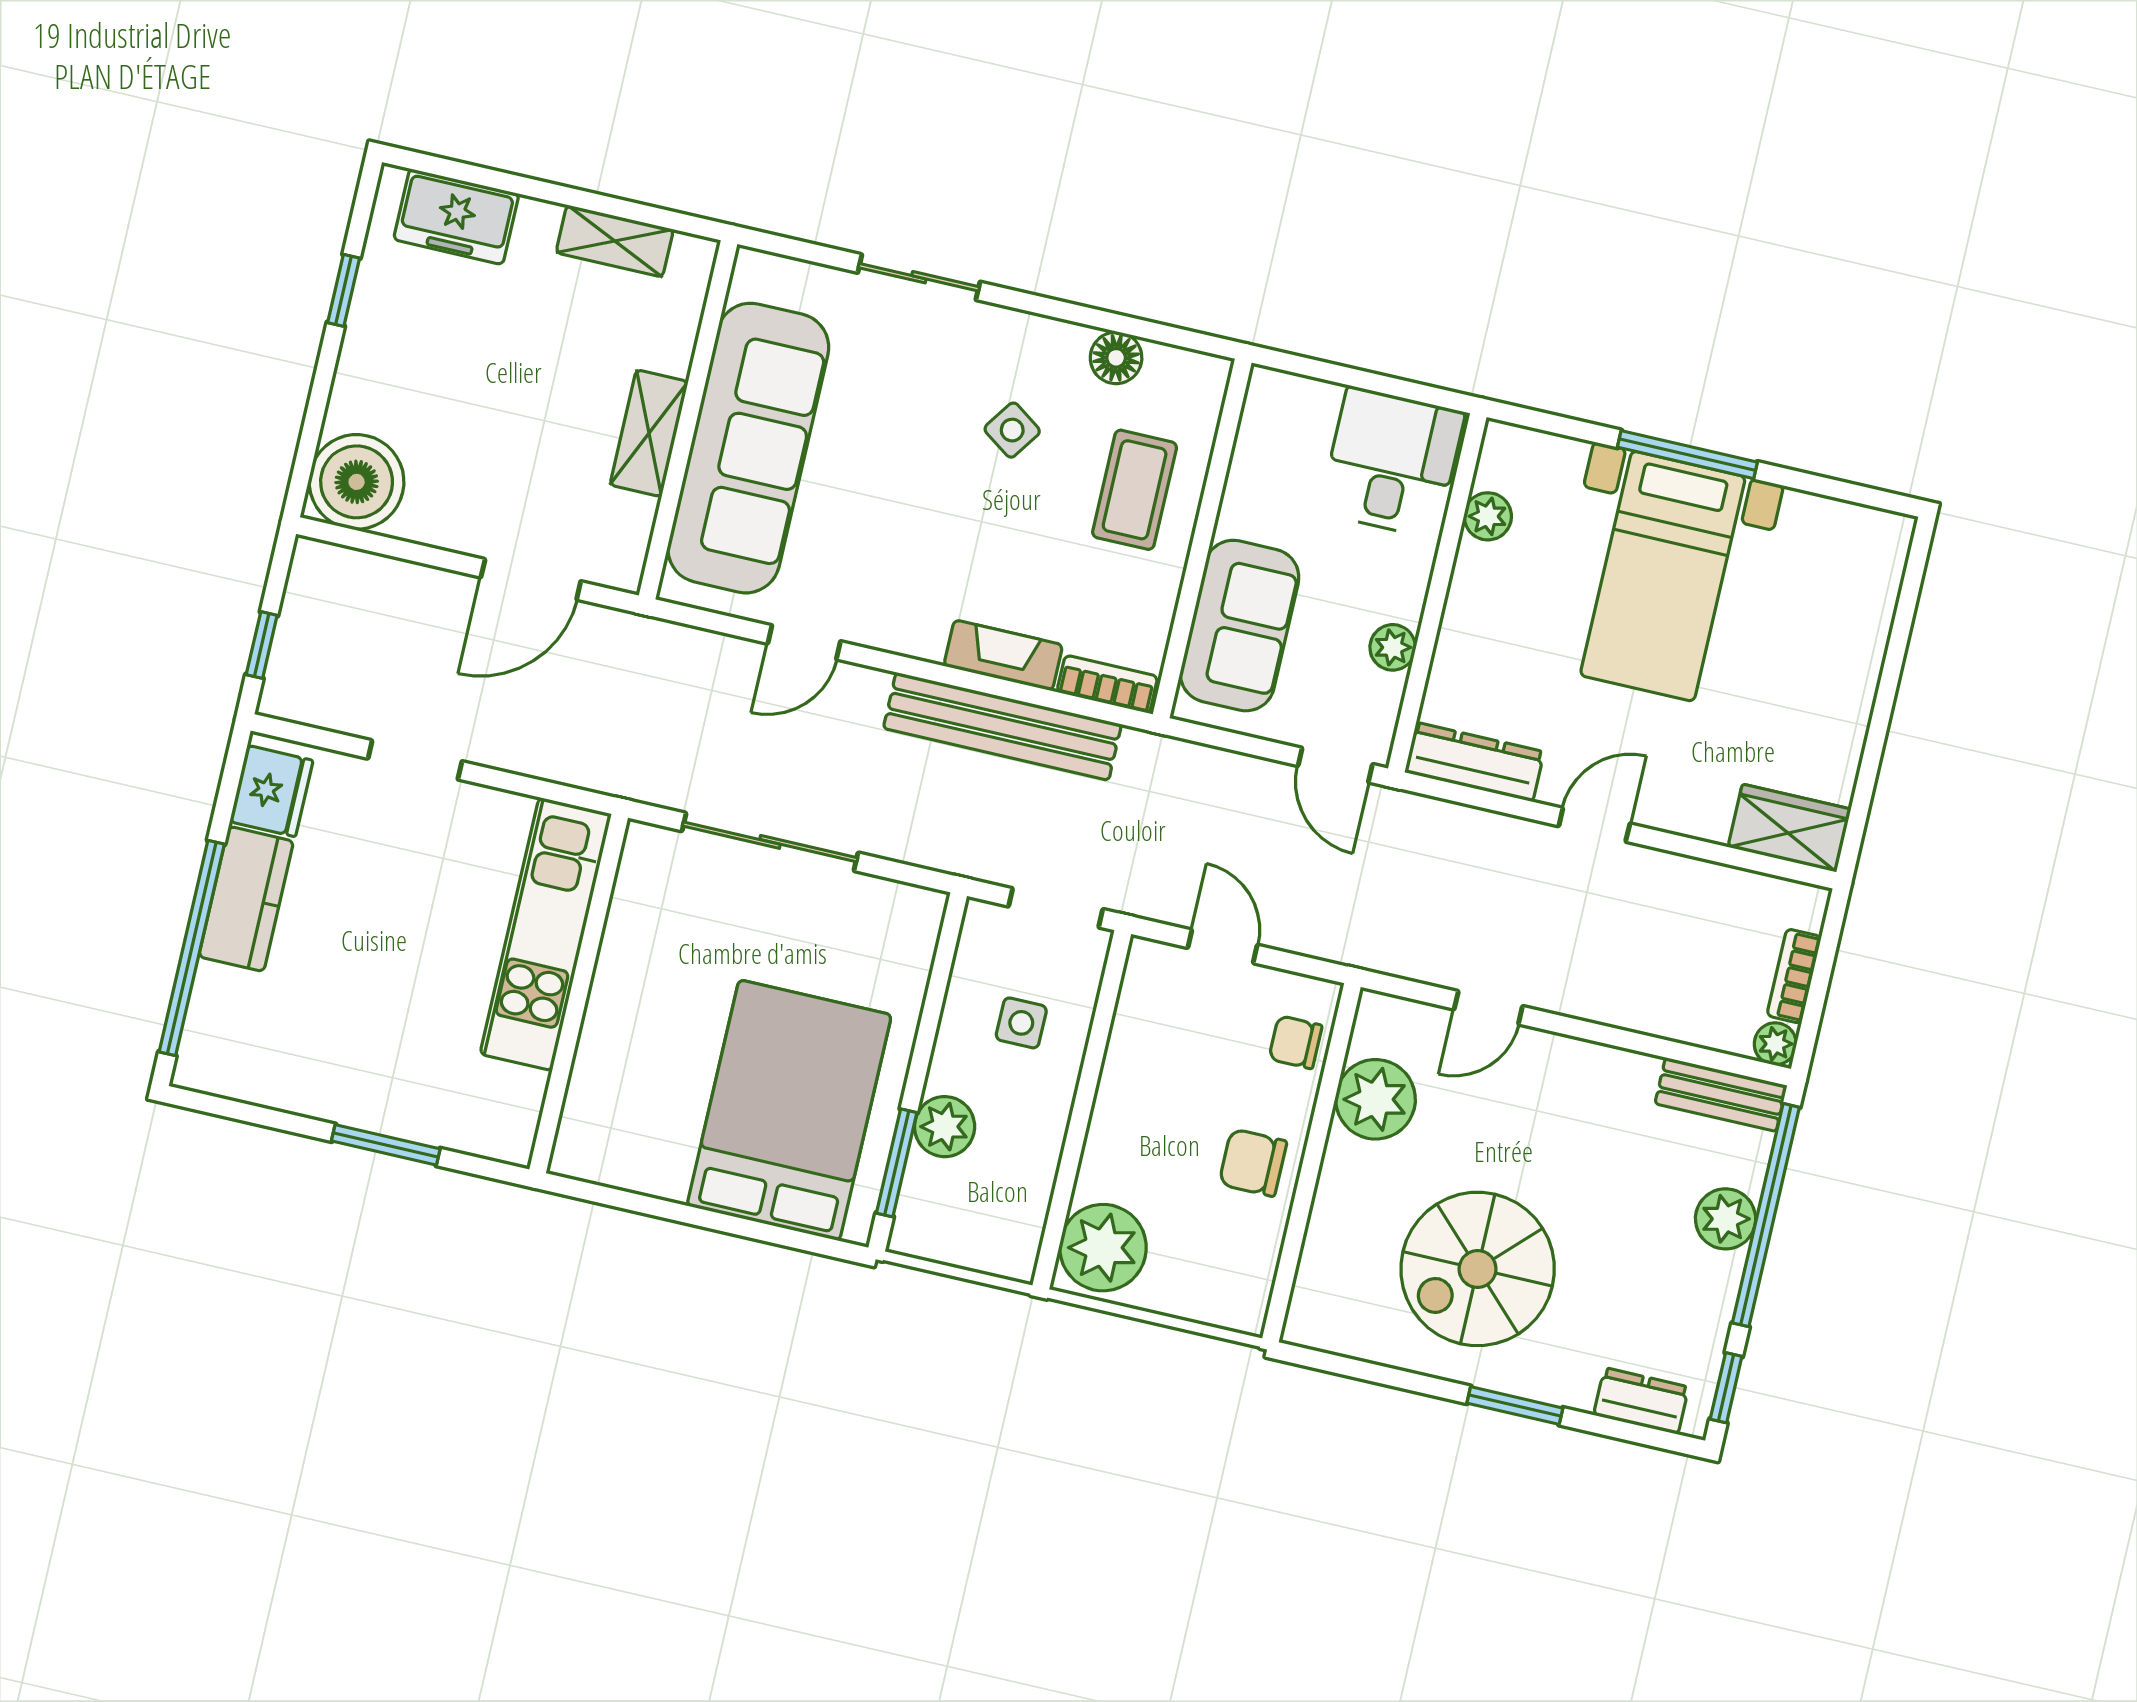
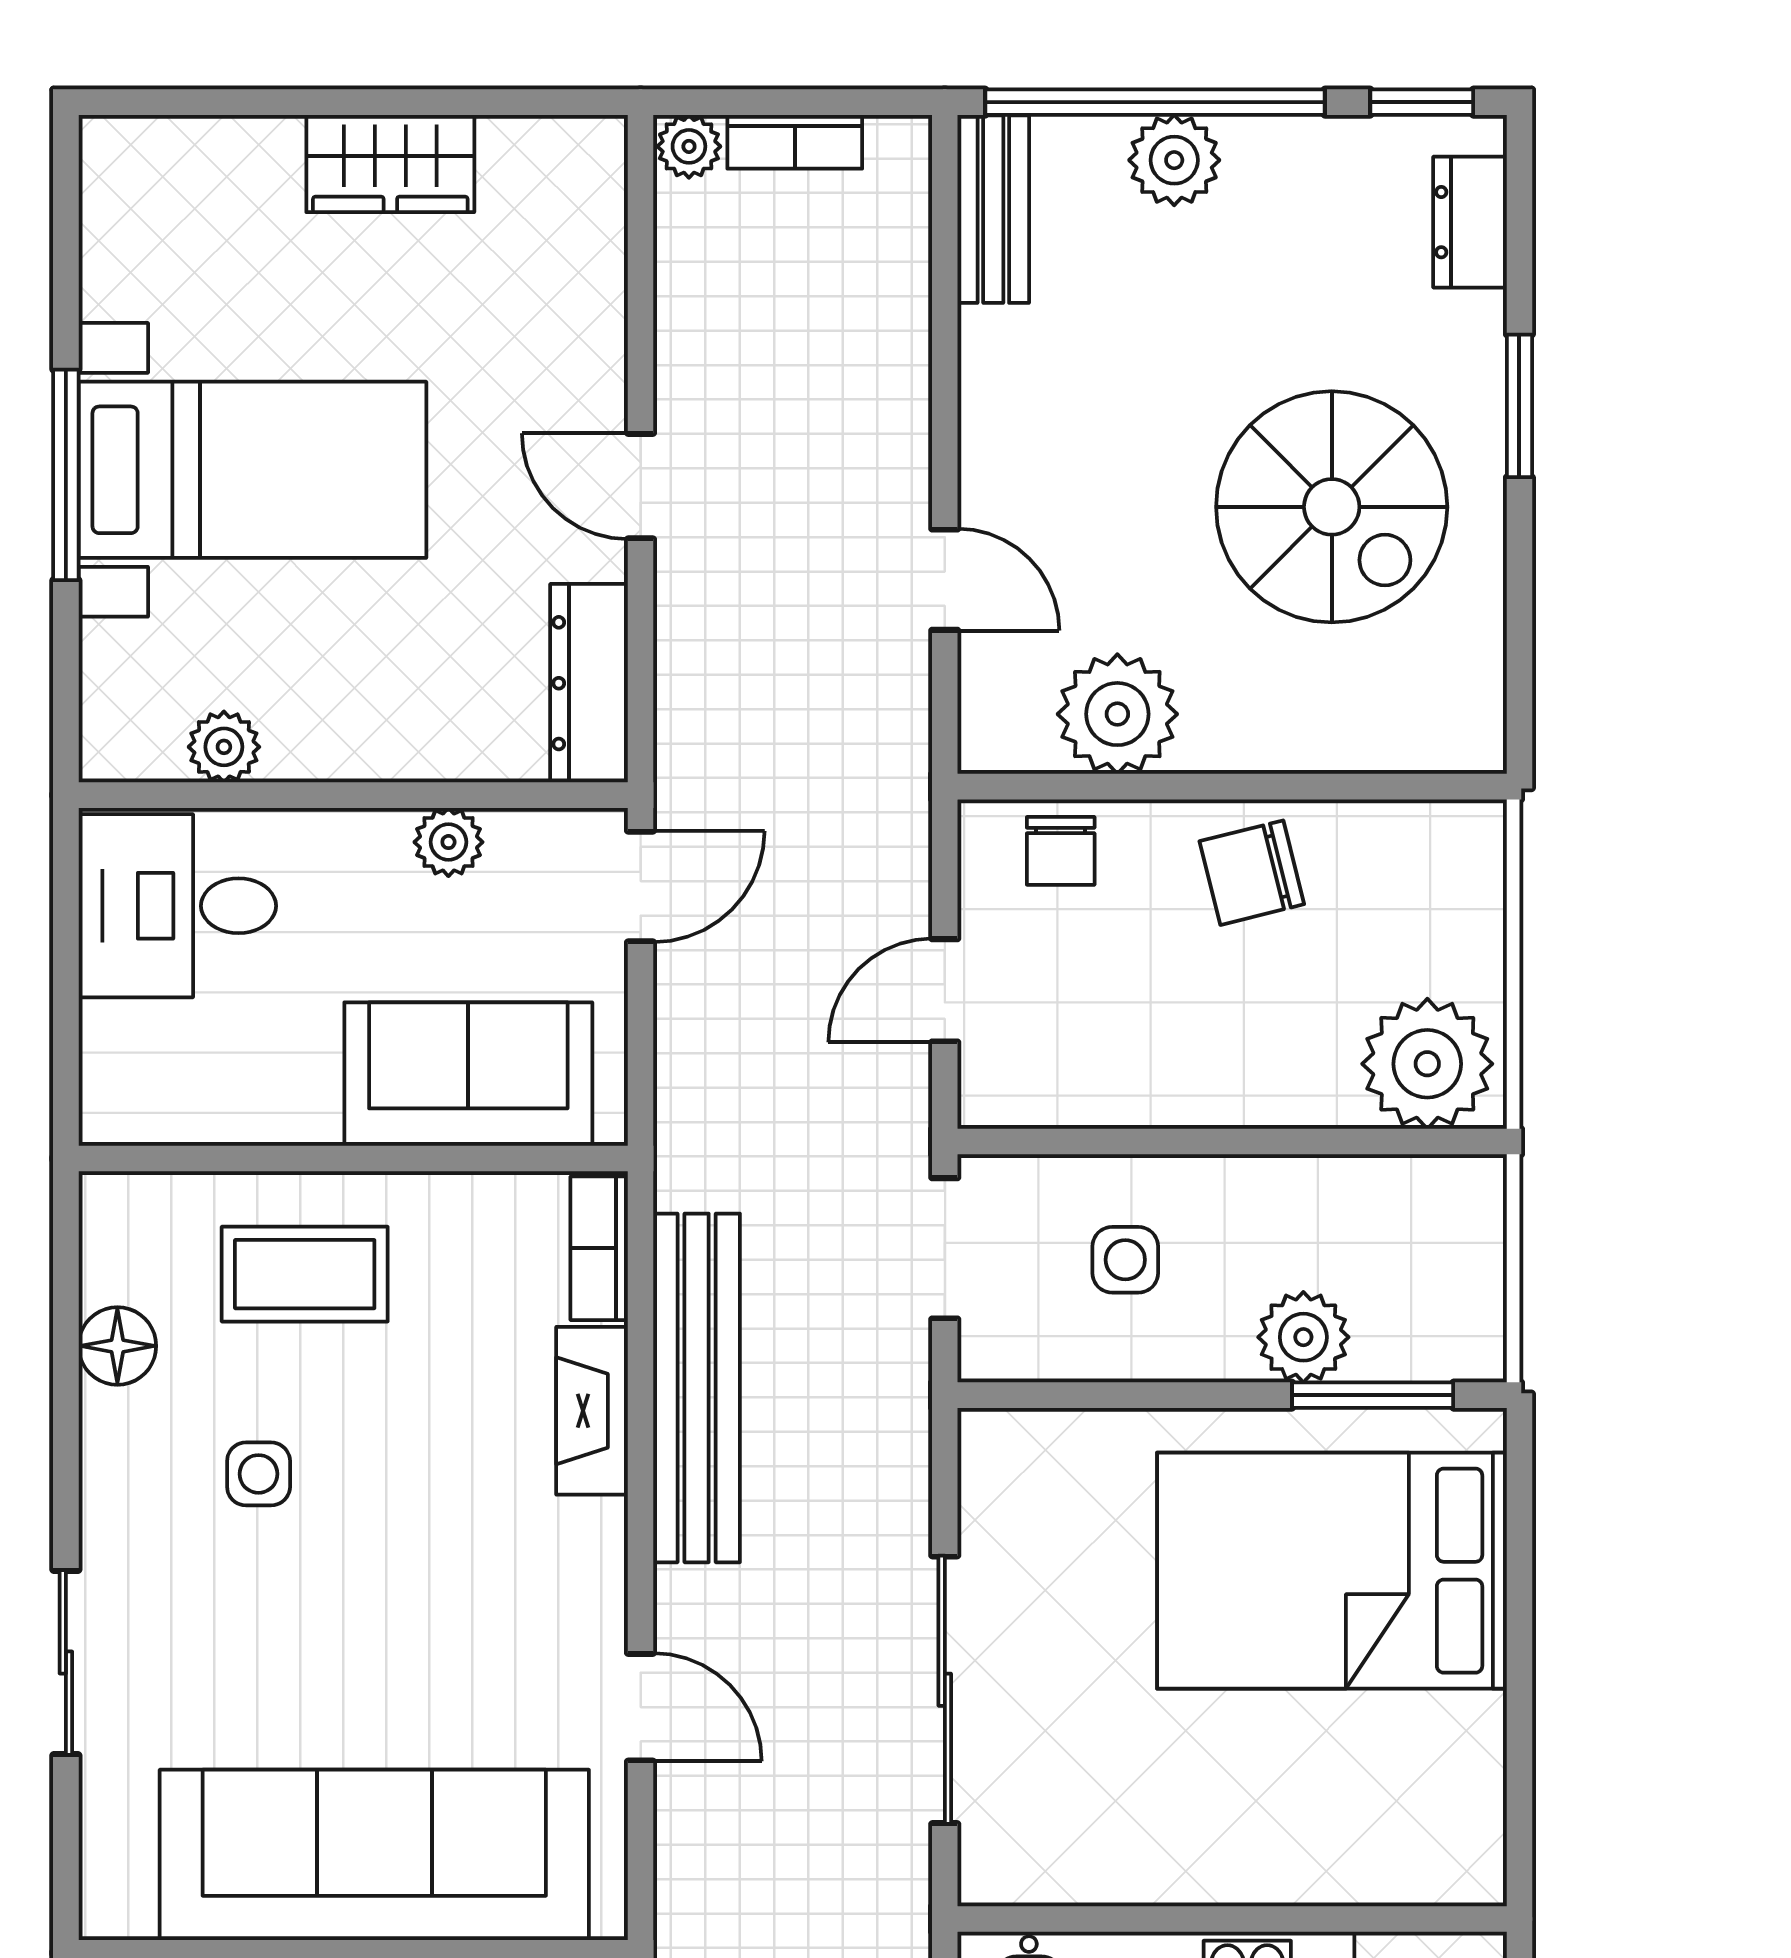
side table: (1012, 430) -> (259, 1474), turned -35
wardrobe: (1789, 828) -> (390, 164), moved, turned -90
plant: (1775, 1044) -> (689, 146), moved
chair: (1253, 1163) -> (1252, 873), turned 76

